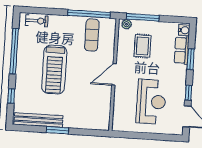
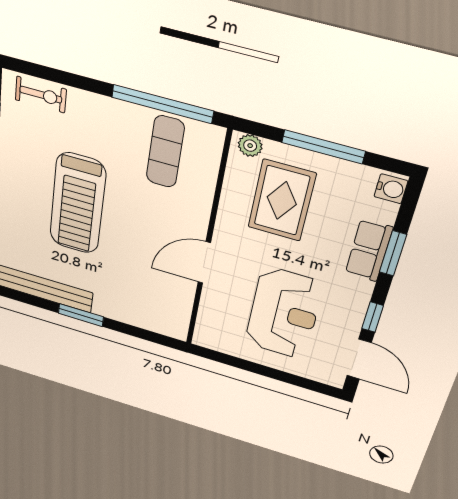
window: (143, 17) -> (323, 147), moved
rug: (142, 46) -> (282, 201), width x1.36, depth x1.43
row of seats: (182, 50) -> (369, 250), moved
door: (114, 74) -> (204, 263), moved

